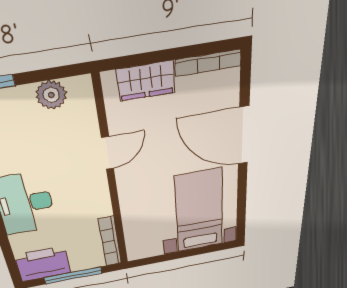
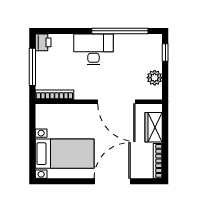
door: (108, 153) -> (116, 102), width x1.87
printer: (43, 264) -> (43, 42), width x0.53, depth x0.68

